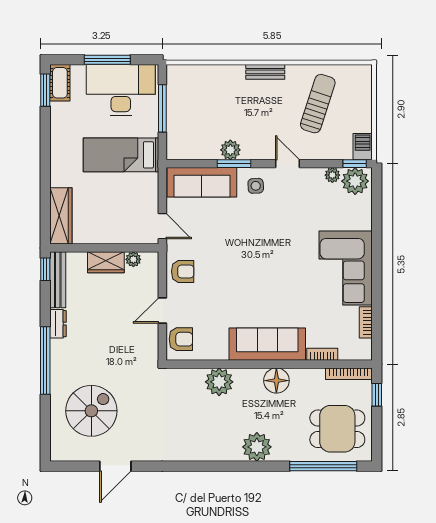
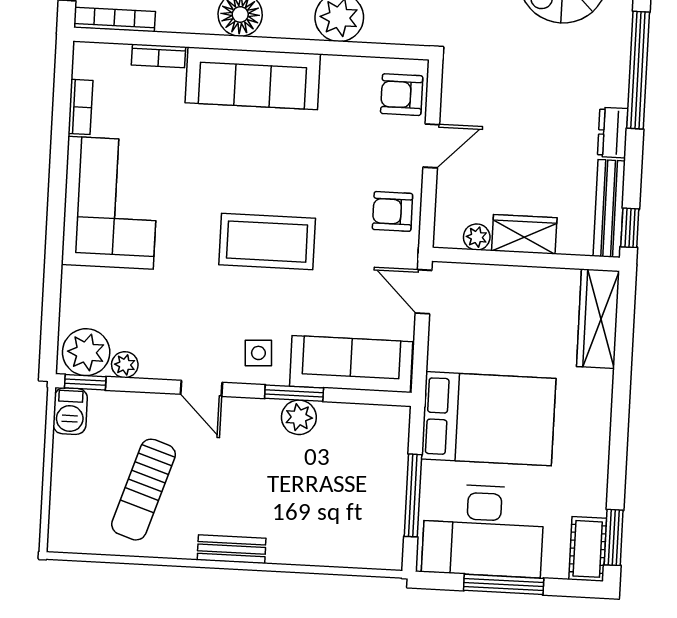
bed: (121, 155) -> (489, 419), width x1.50
coffee table: (254, 250) -> (267, 242), added

